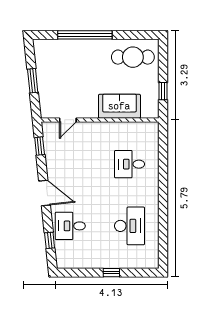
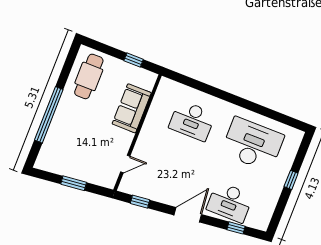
door: (68, 120) -> (125, 164), hinge flipped
desk: (130, 164) -> (192, 121), width x1.37
desk: (70, 226) -> (230, 202), width x1.37
desk: (130, 226) -> (252, 144), width x1.36, depth x1.30

